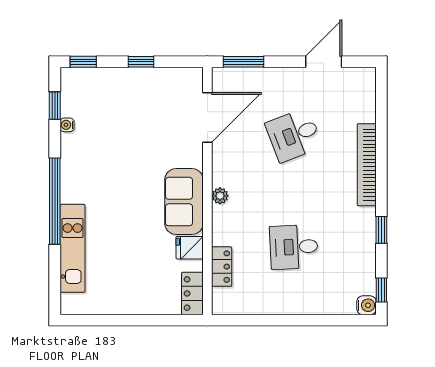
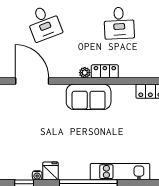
fridge: (190, 248) -> (51, 171), moved, turned 180
locker: (222, 267) -> (105, 71), moved

